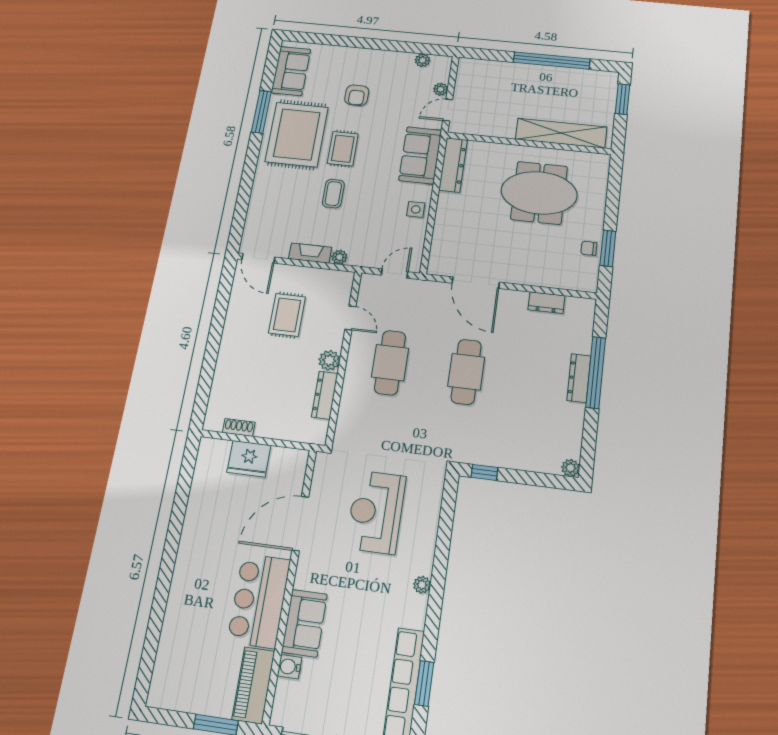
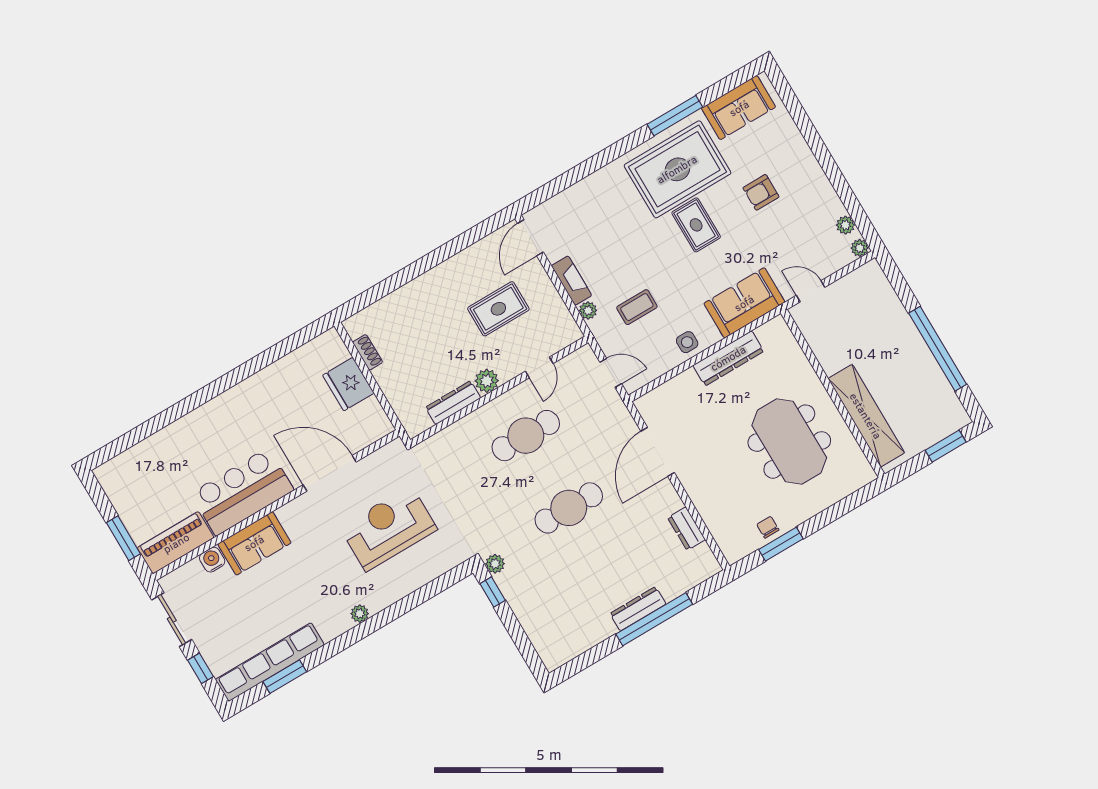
plant: (441, 89) -> (860, 248), moved
rug: (343, 149) -> (696, 225), turned 90
dresser: (453, 165) -> (728, 358), moved
coffee table: (333, 194) -> (637, 307), moved
plant: (570, 468) -> (495, 564), moved

